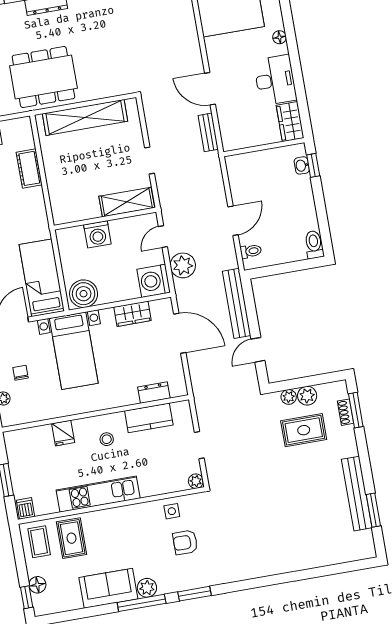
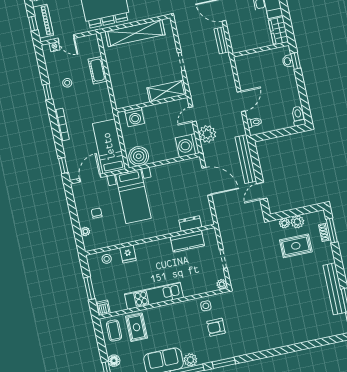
washing machine: (97, 234) -> (135, 117), moved
wardrobe: (132, 314) -> (173, 169), removed
stool: (107, 439) -> (107, 259), moved

